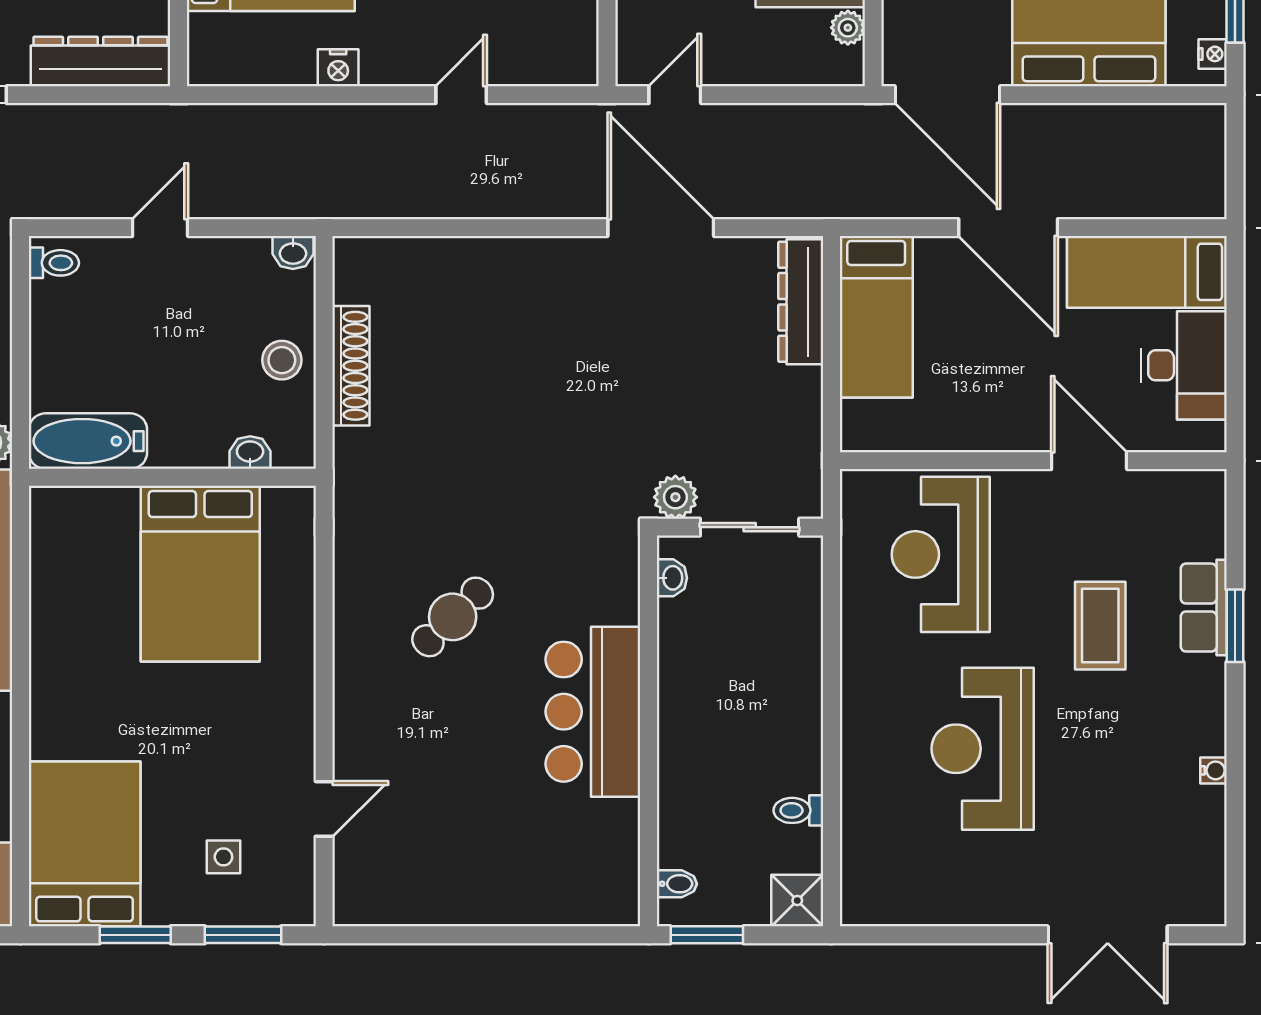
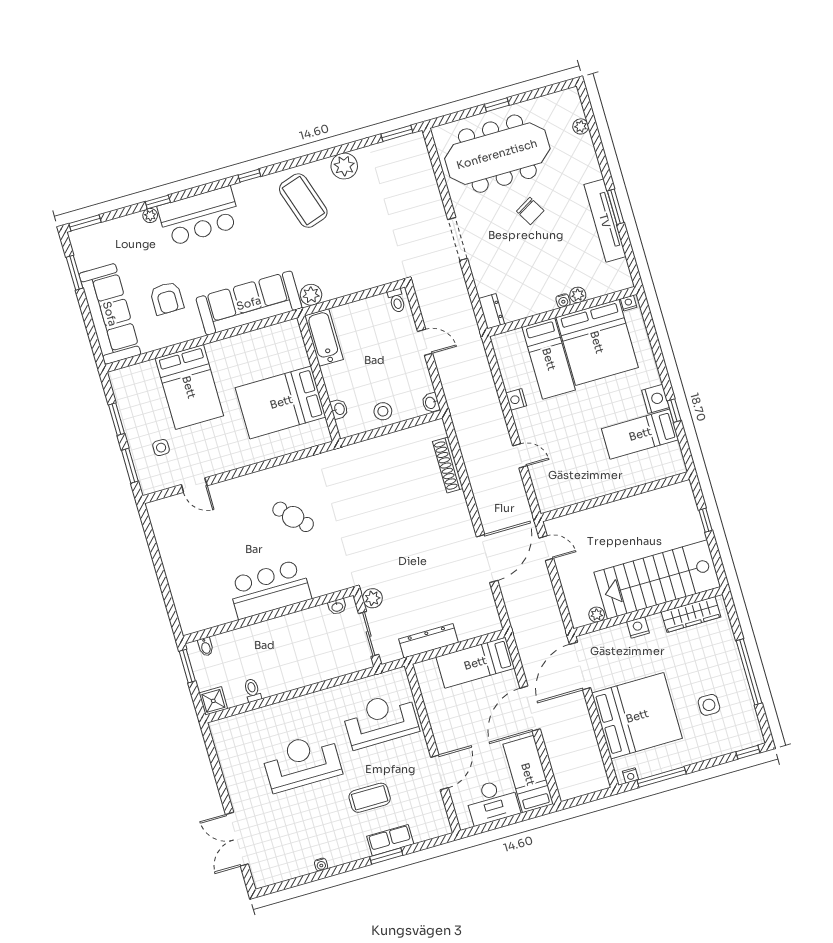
dresser: (101, 61) -> (492, 311), width x0.51, depth x0.80
dresser: (801, 302) -> (428, 641), moved
shoe rack: (351, 366) -> (448, 465), moved, turned 90
bed: (85, 844) -> (189, 387), moved, turned 90

